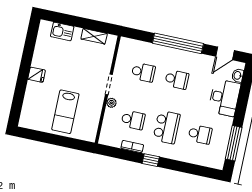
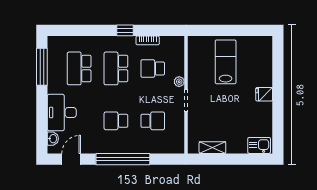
kitchen sink: (62, 31) -> (259, 145), moved
school desk: (143, 72) -> (153, 121), turned 180
school desk: (200, 134) -> (79, 68), width x1.85

